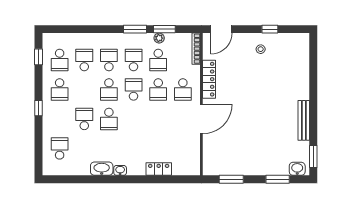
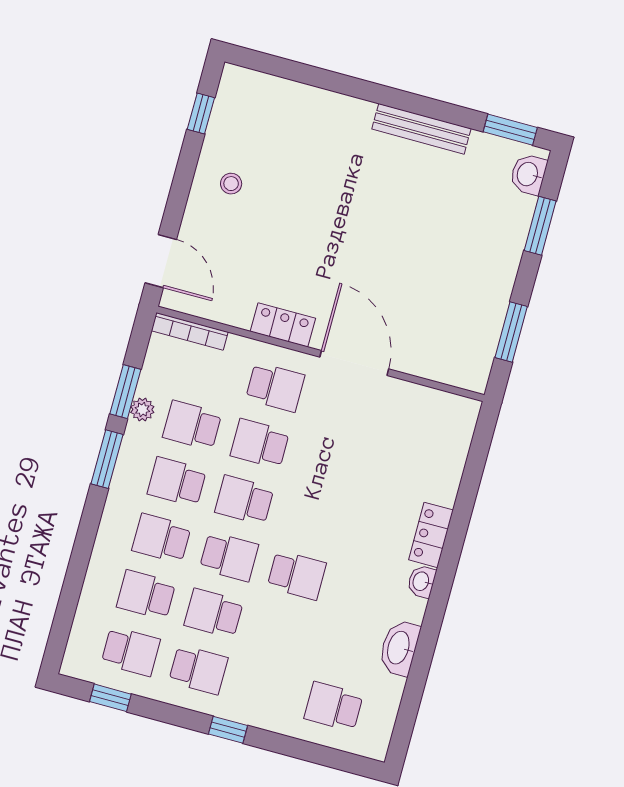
window: (270, 29) -> (201, 114), moved
school desk: (158, 60) -> (192, 425), turned 180
locker: (209, 79) -> (283, 325), width x0.66
school desk: (158, 89) -> (260, 444), turned 180
school desk: (84, 119) -> (214, 613), moved
washbasin: (102, 169) -> (399, 648), moved
locker: (159, 169) -> (431, 535), moved

